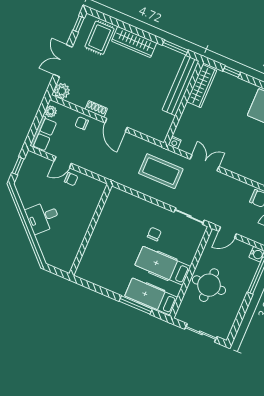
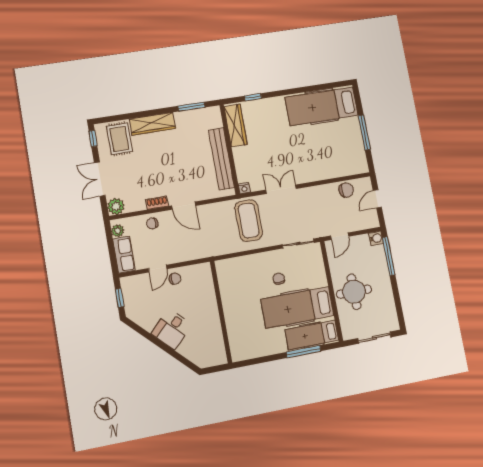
bench: (181, 85) -> (221, 159), moved
coffee table: (161, 171) -> (249, 221), turned 90
hospital bed: (163, 266) -> (297, 307), width x1.37, depth x1.29

